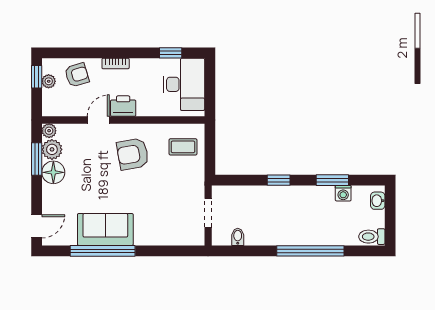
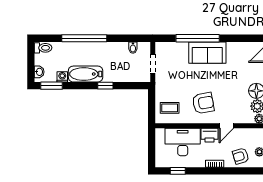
desk: (184, 84) -> (183, 142), moved, turned 90
window: (332, 180) -> (51, 86), moved
bathtub: (308, 197) -> (86, 74), added
sofa: (105, 229) -> (207, 53), moved
window: (103, 251) -> (198, 38), moved

